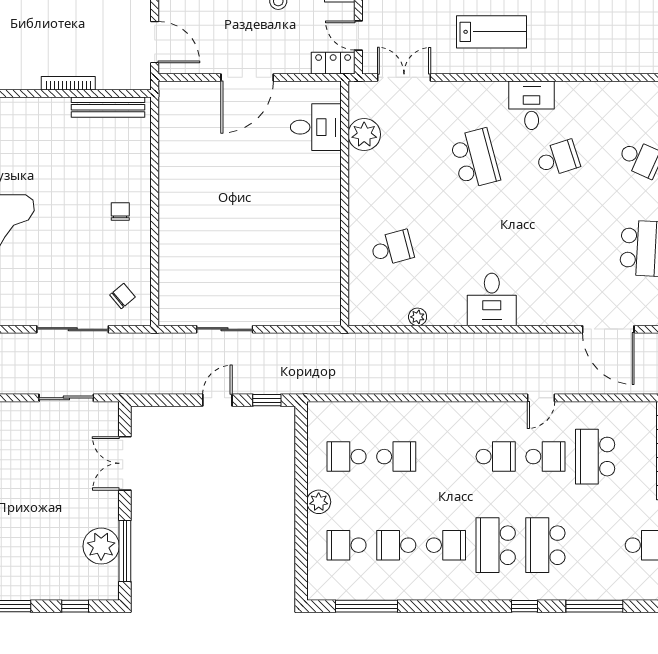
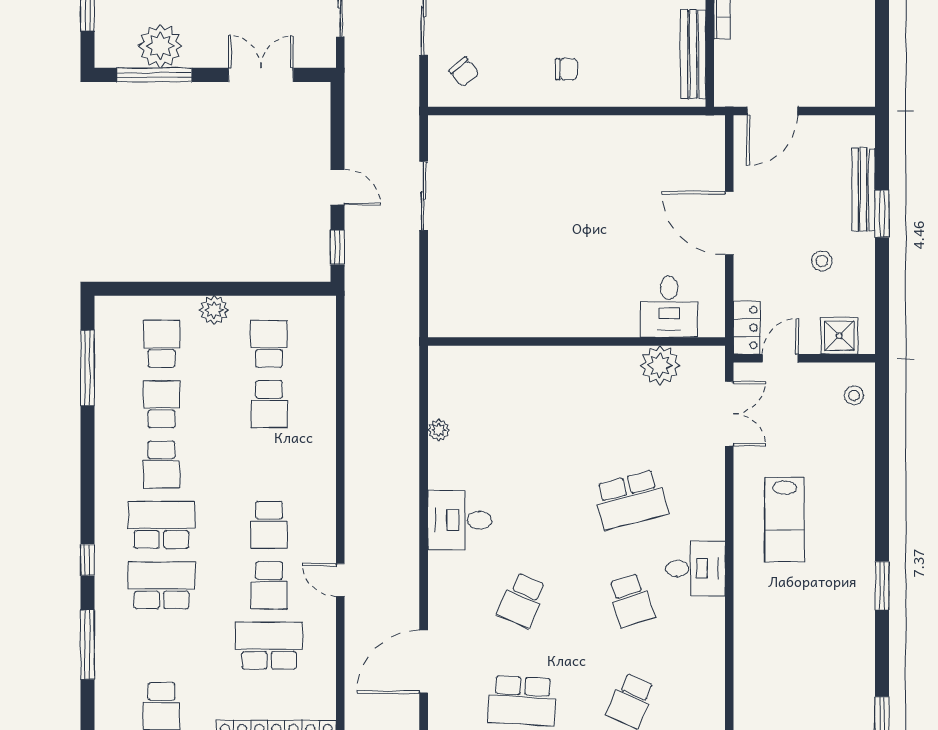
school desk: (392, 248) -> (522, 600), moved, turned 39

